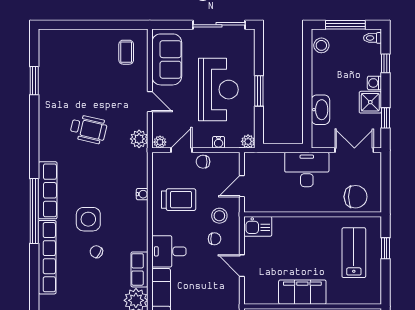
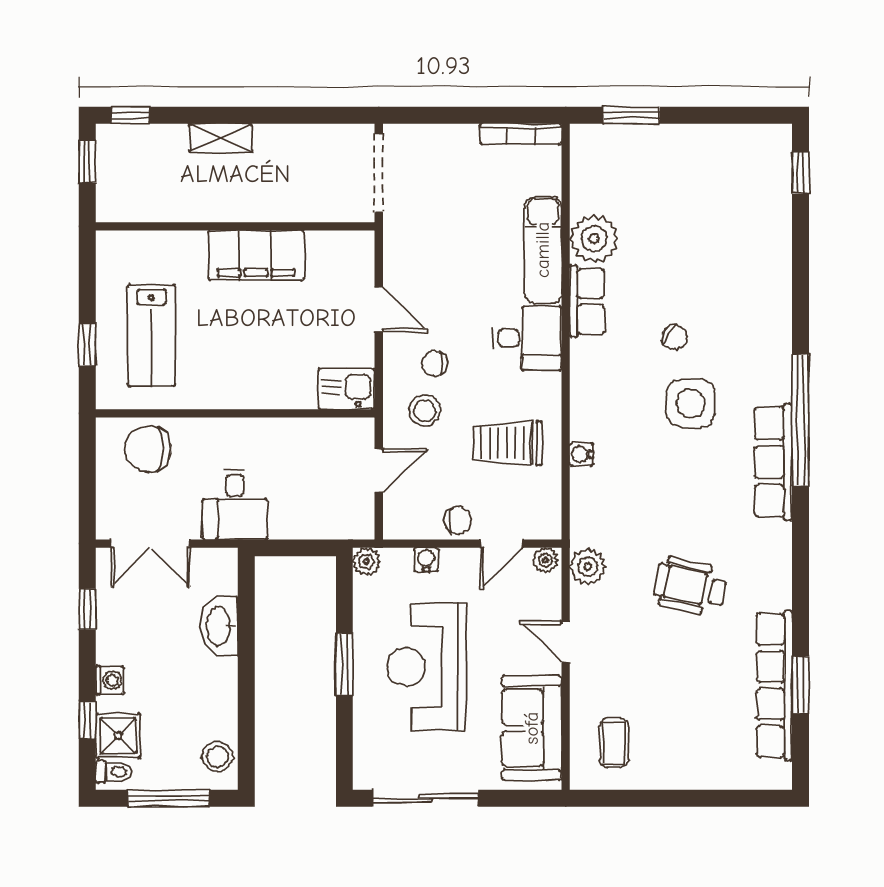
shower: (370, 102) -> (118, 736), moved
desk: (307, 169) -> (235, 504), width x0.73
row of seats: (47, 257) -> (774, 685), moved

